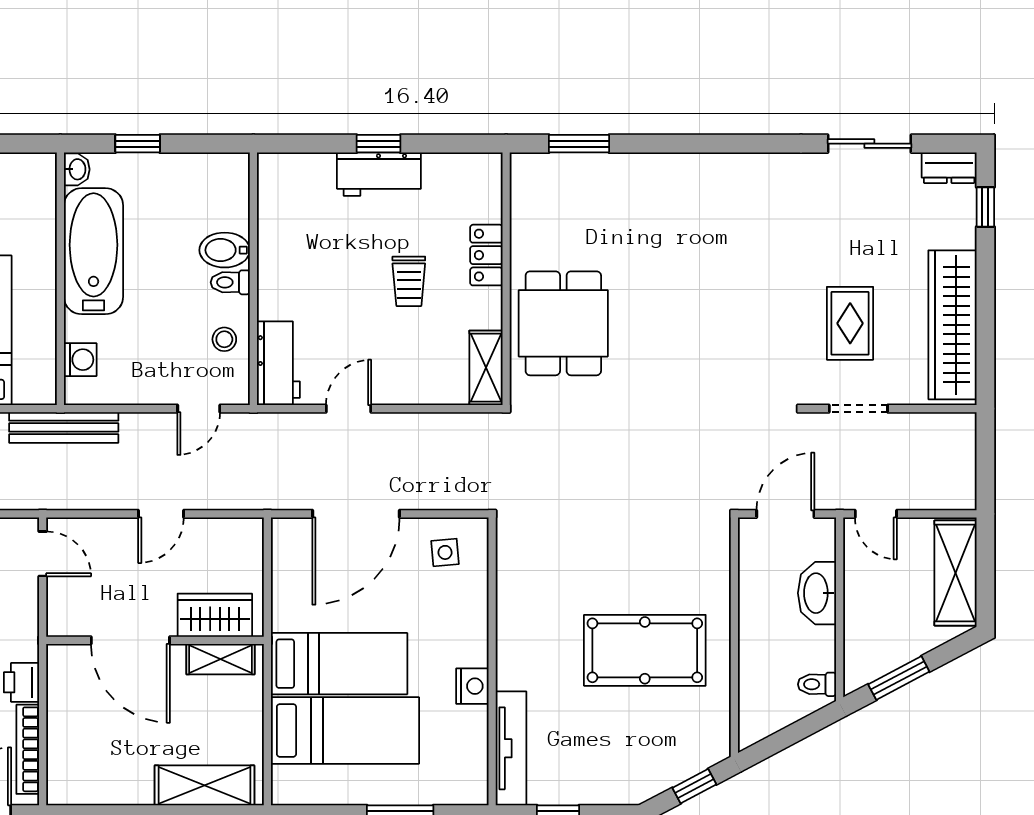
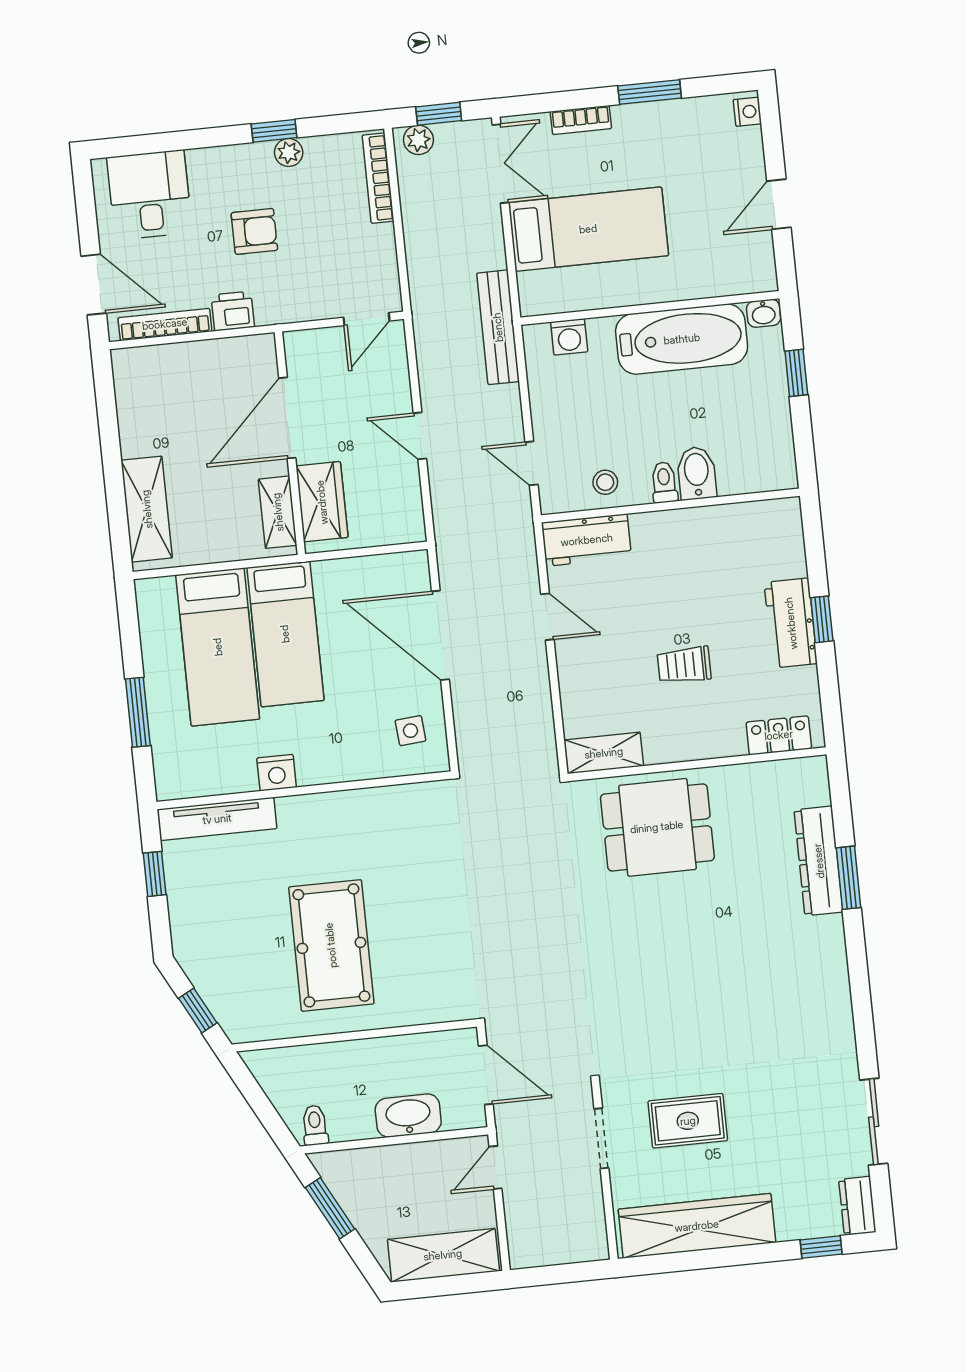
window: (579, 144) -> (849, 878), moved
dresser: (612, 171) -> (819, 861), added
locker: (486, 255) -> (779, 735), moved

